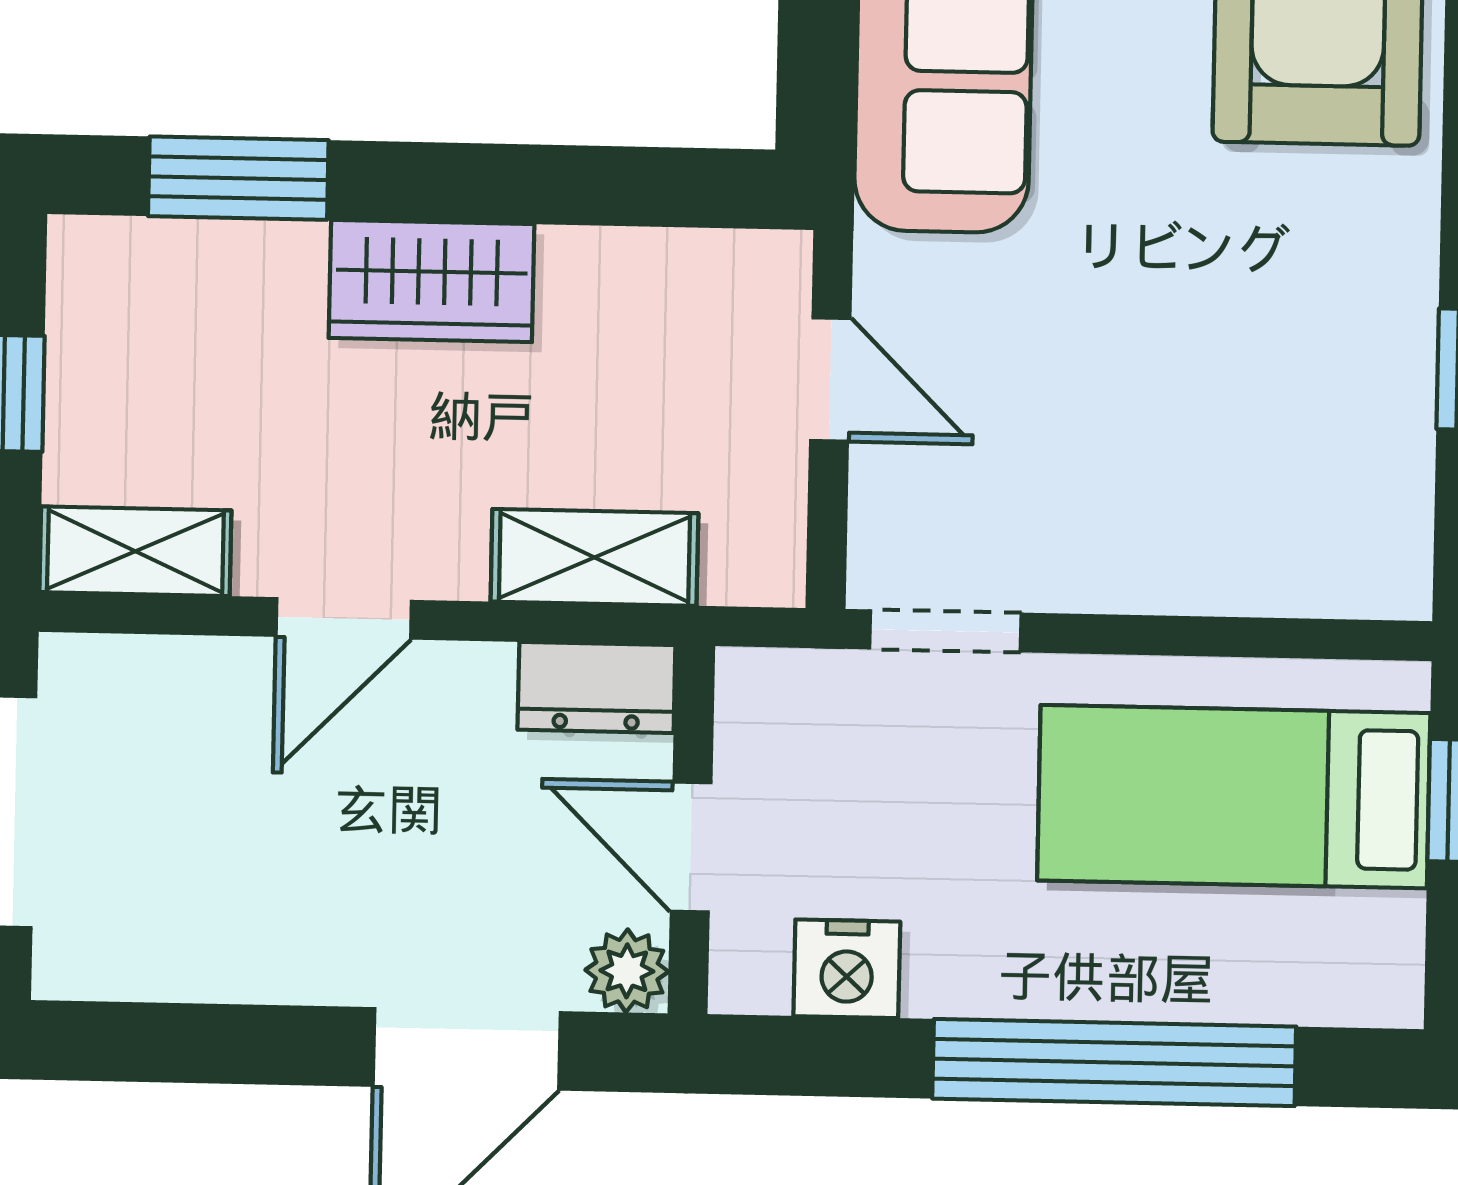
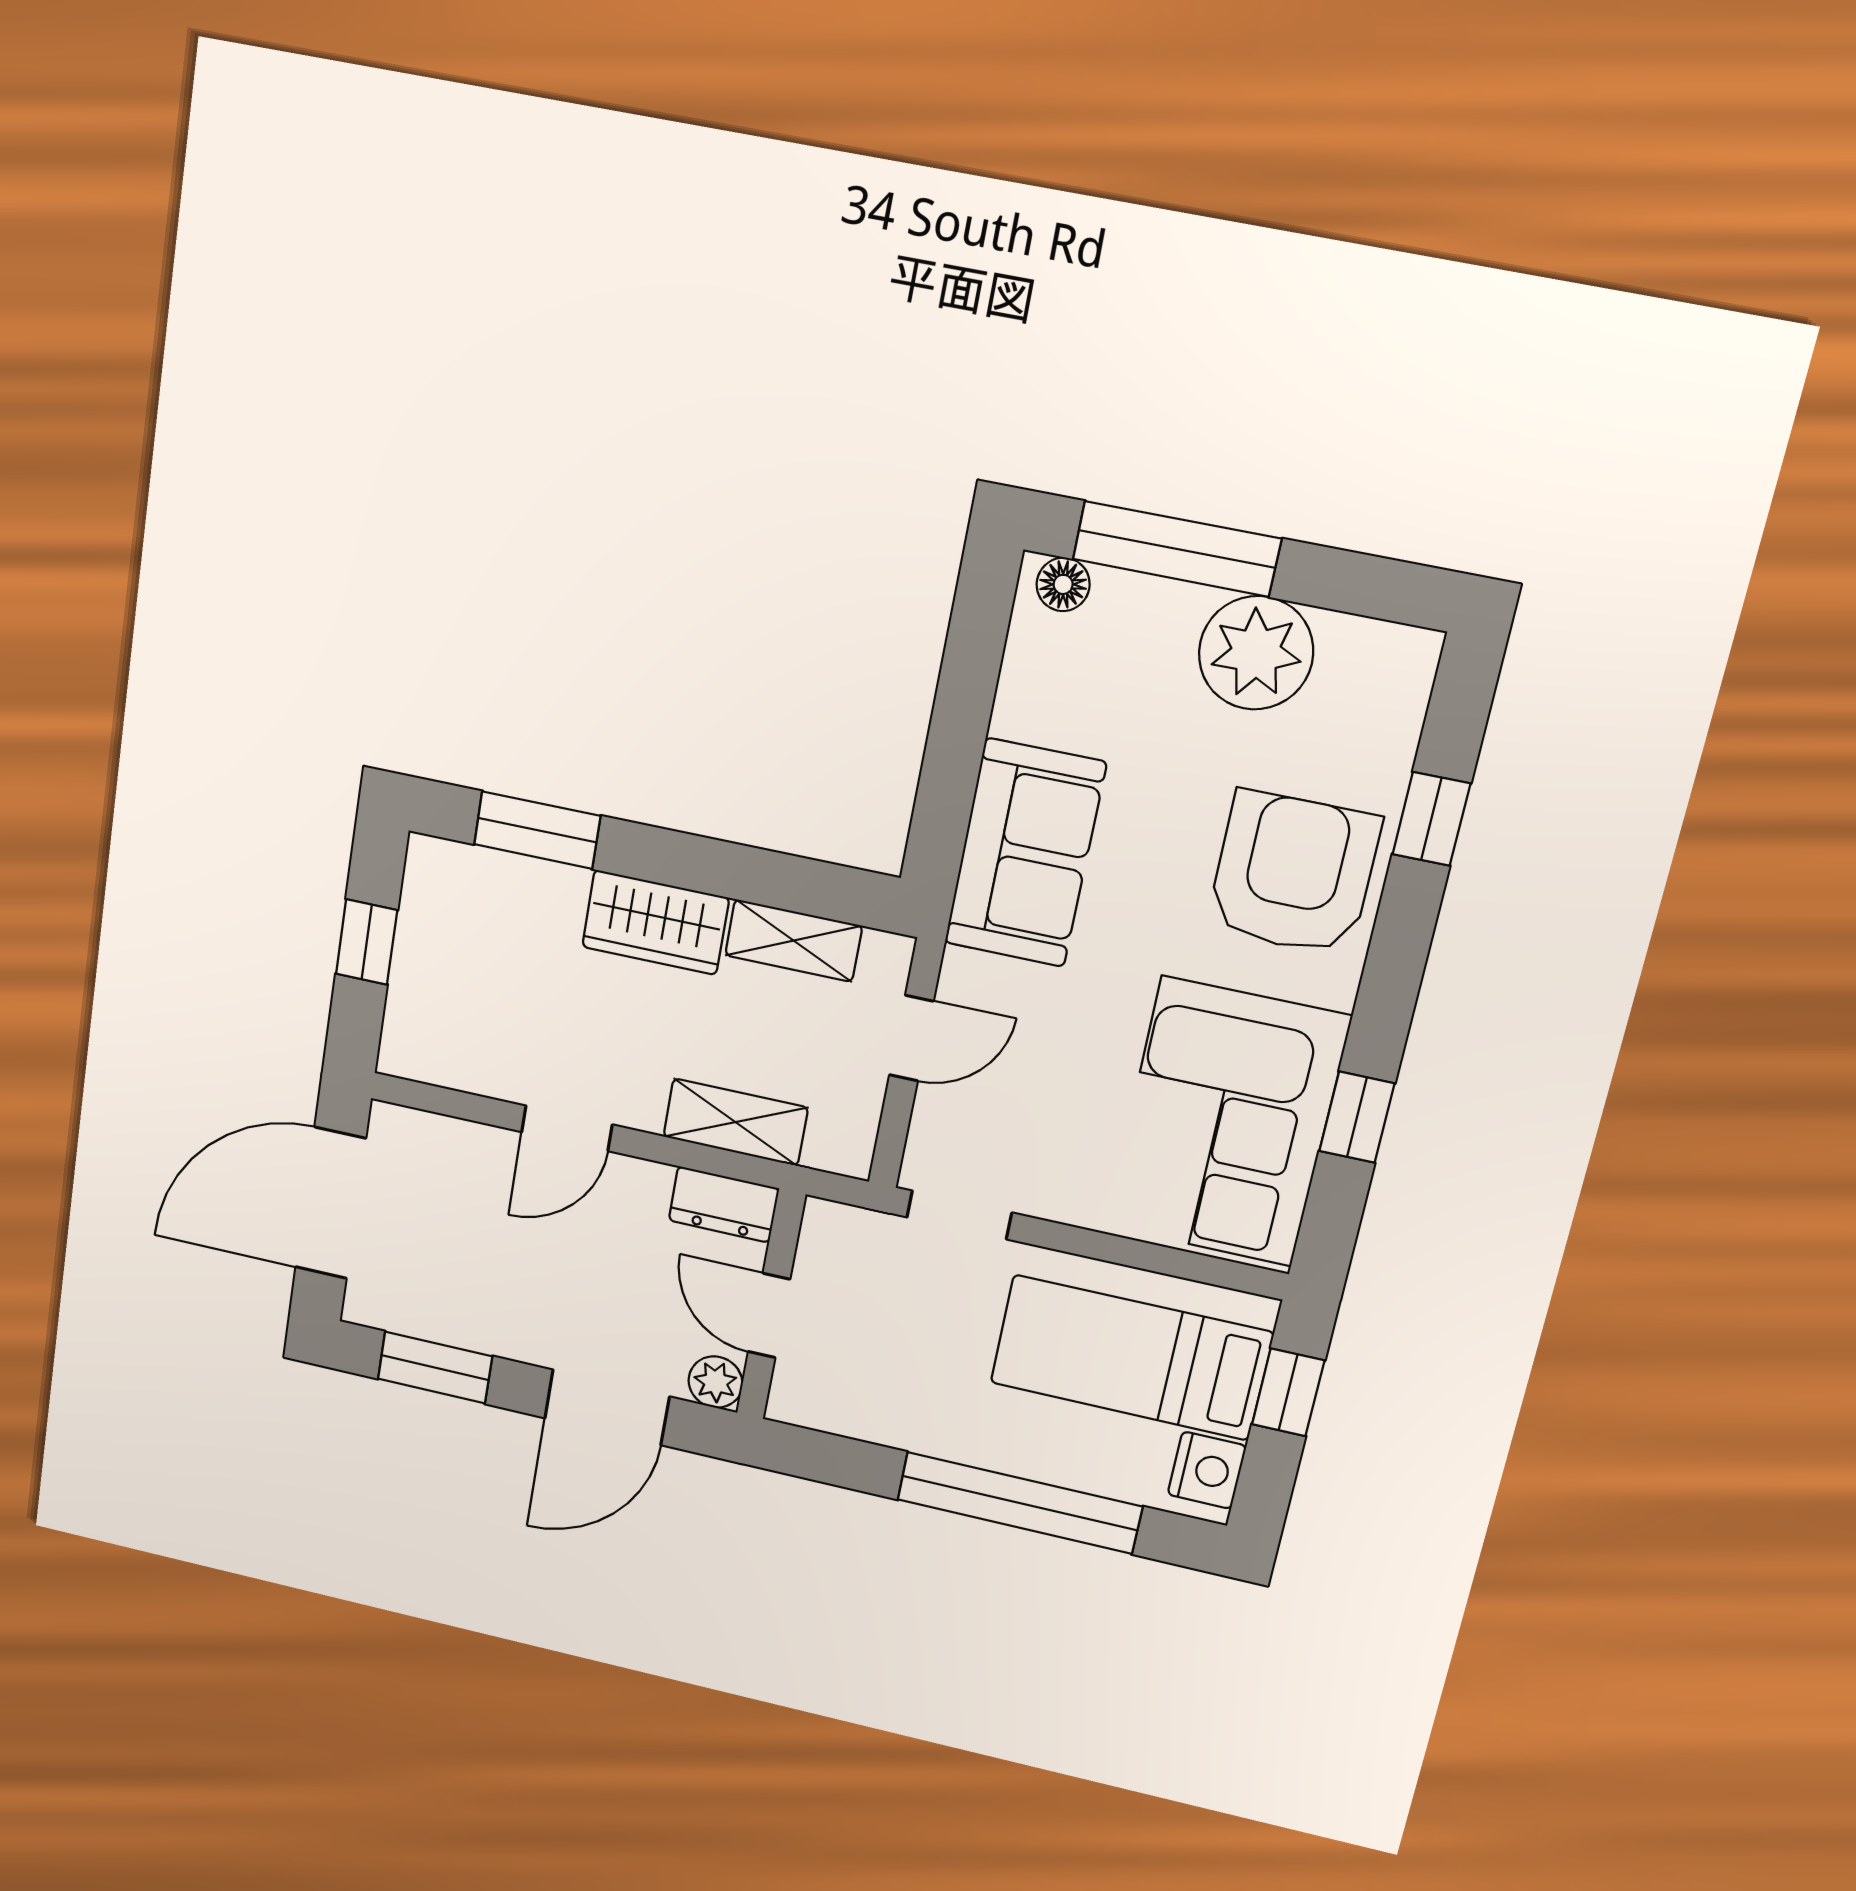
door: (830, 379) -> (911, 1038), hinge flipped
corner sofa: (1300, 414) -> (1227, 1122), added
shelving: (135, 551) -> (794, 941), moved
nightstand: (847, 969) -> (1207, 1470), moved, turned -90
window: (191, 1043) -> (435, 1368), added

